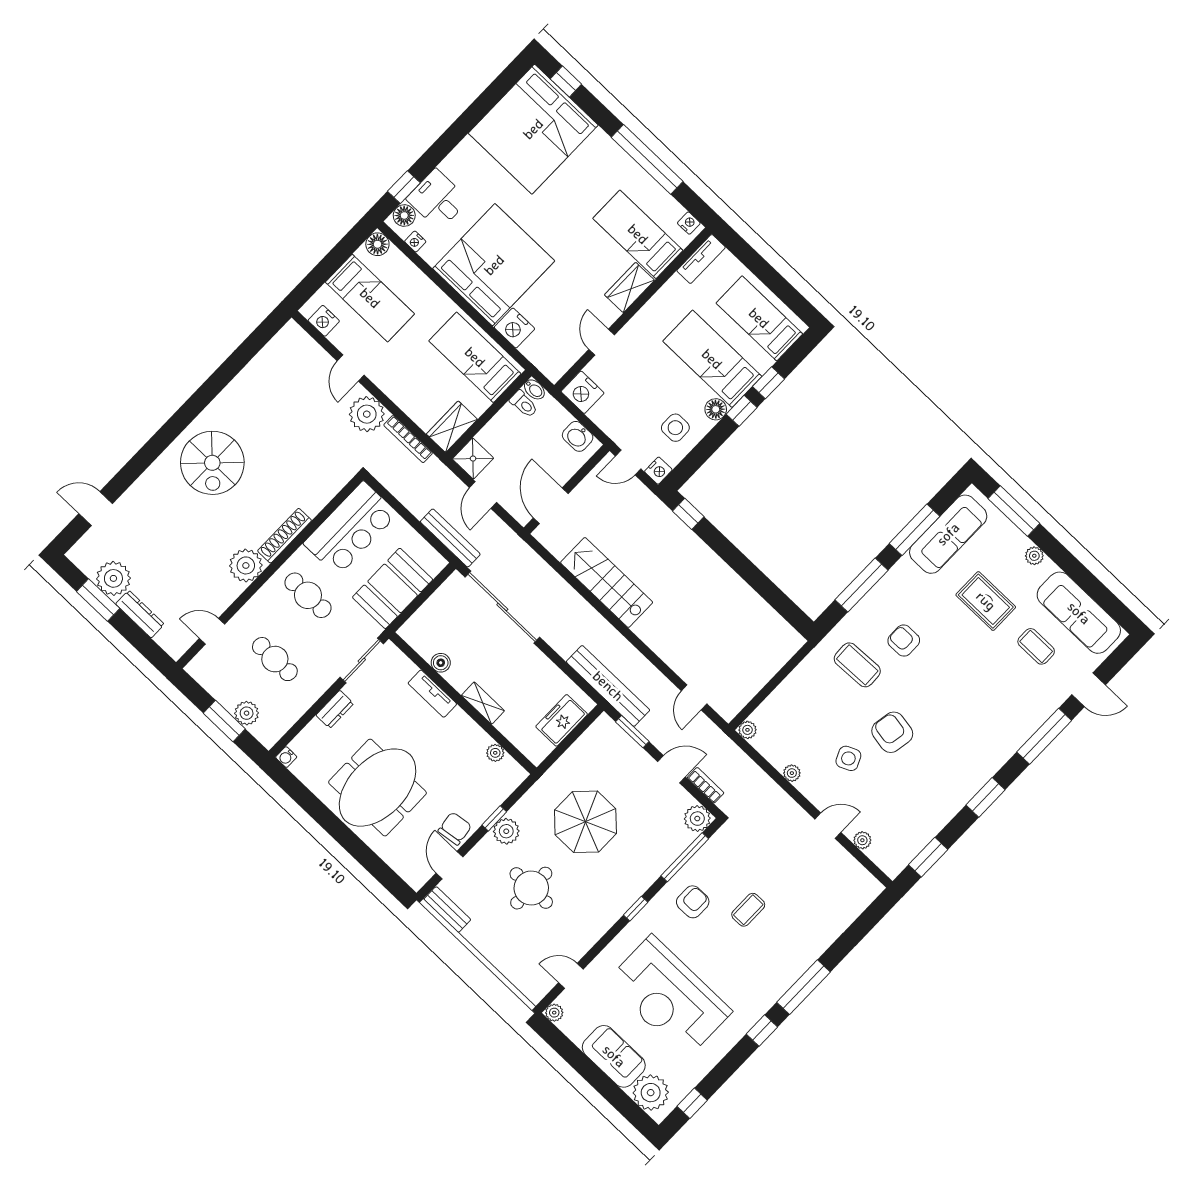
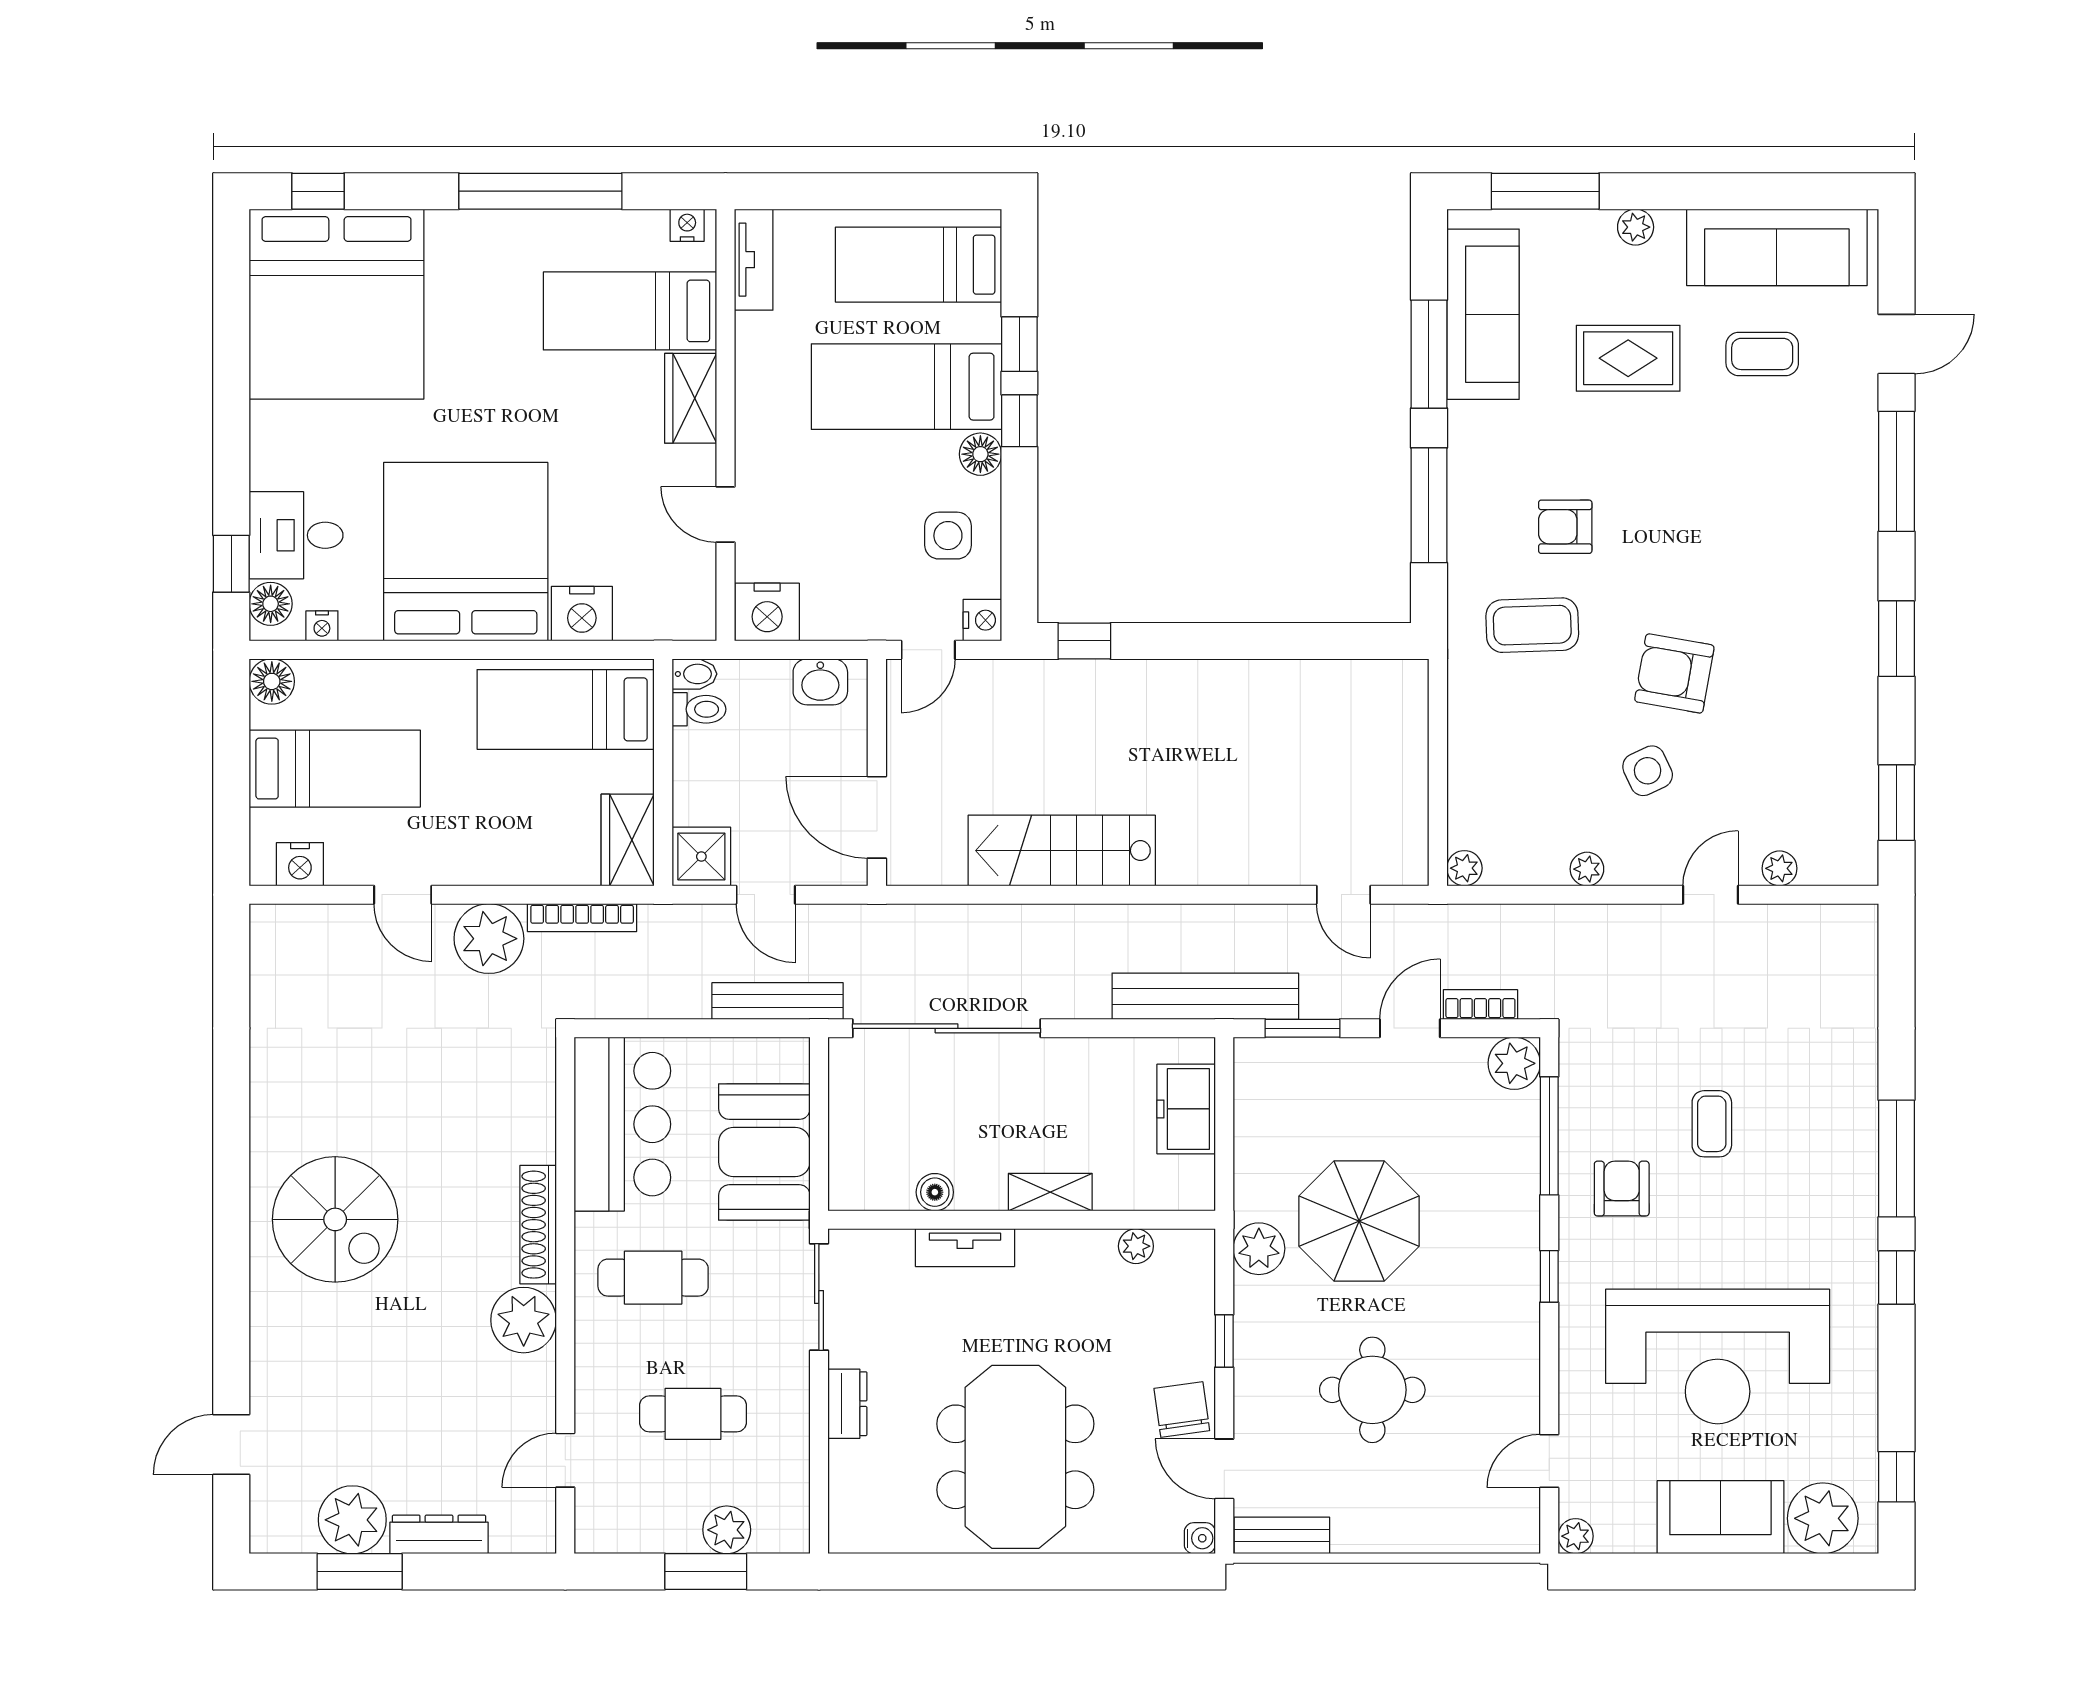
water cooler: (286, 757) -> (1200, 1538), moved, turned -90
plant: (506, 831) -> (1259, 1249), moved

